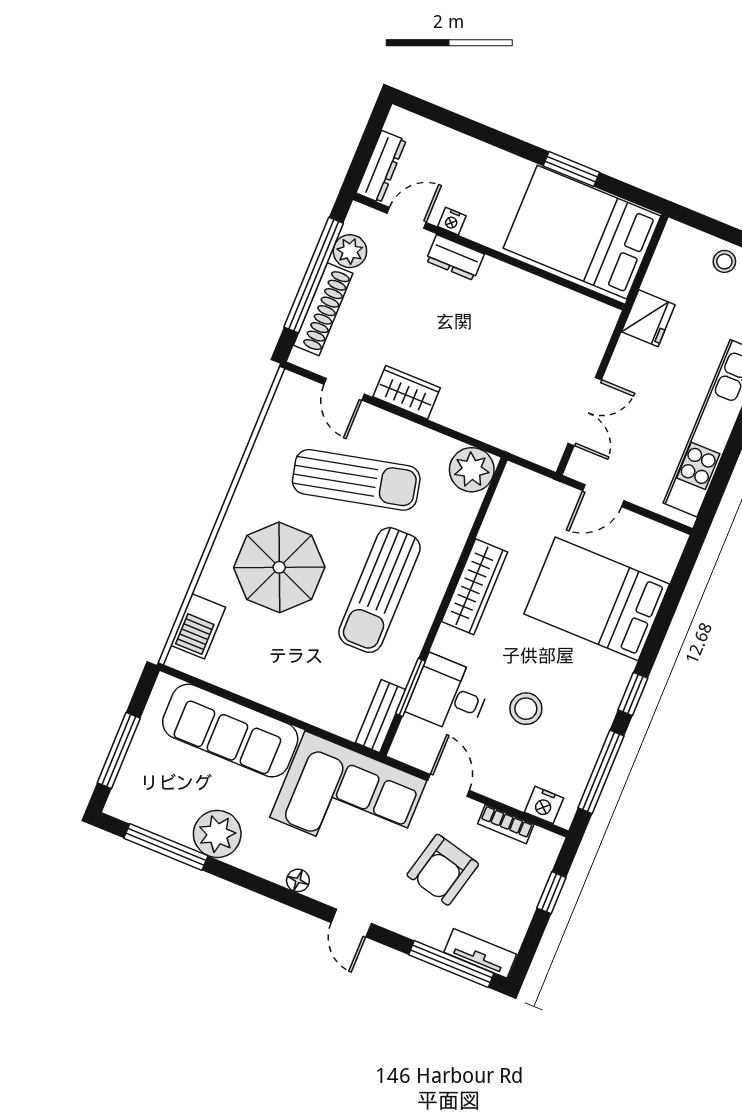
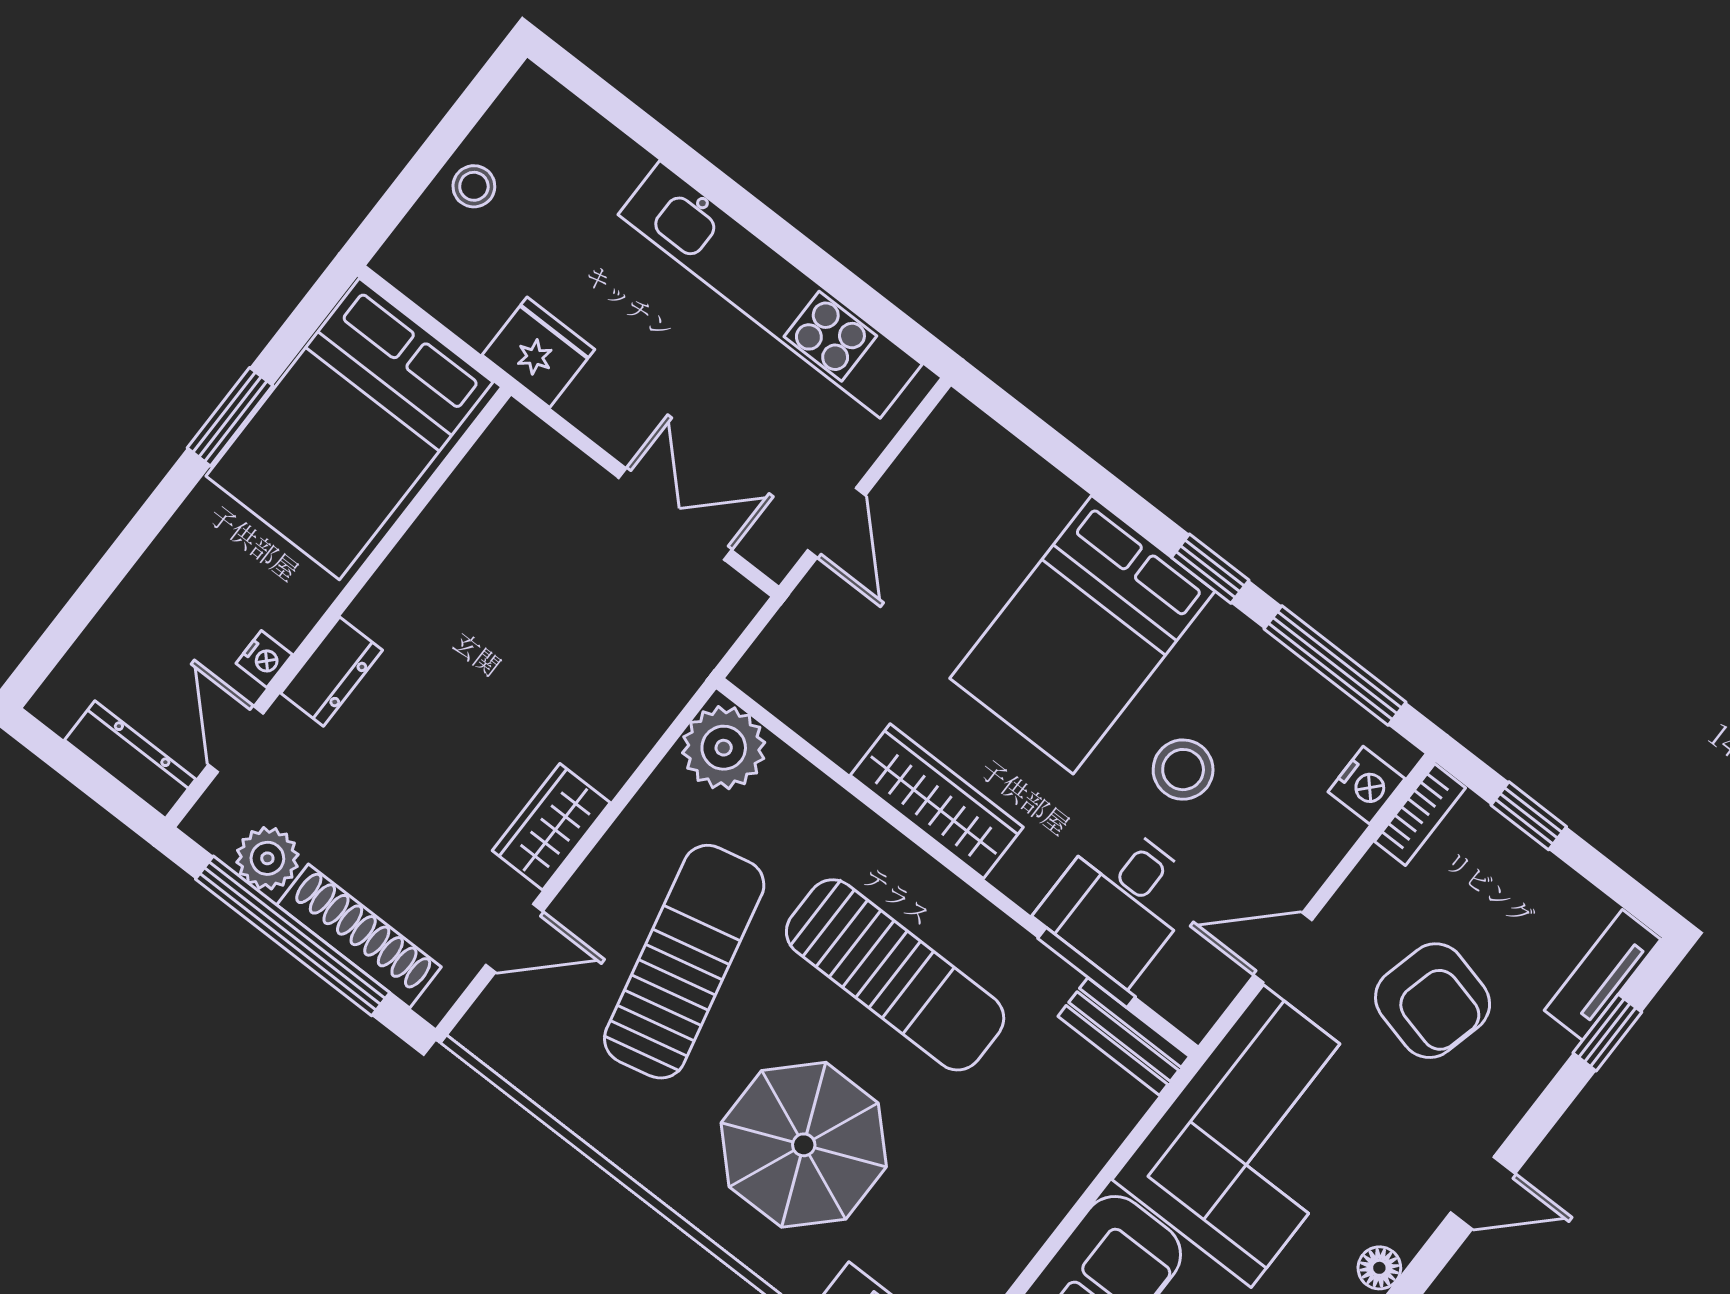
bed: (597, 599) -> (1082, 635), moved
bookcase: (506, 824) -> (1420, 815), moved
window: (451, 964) -> (1607, 1033), width x0.46

